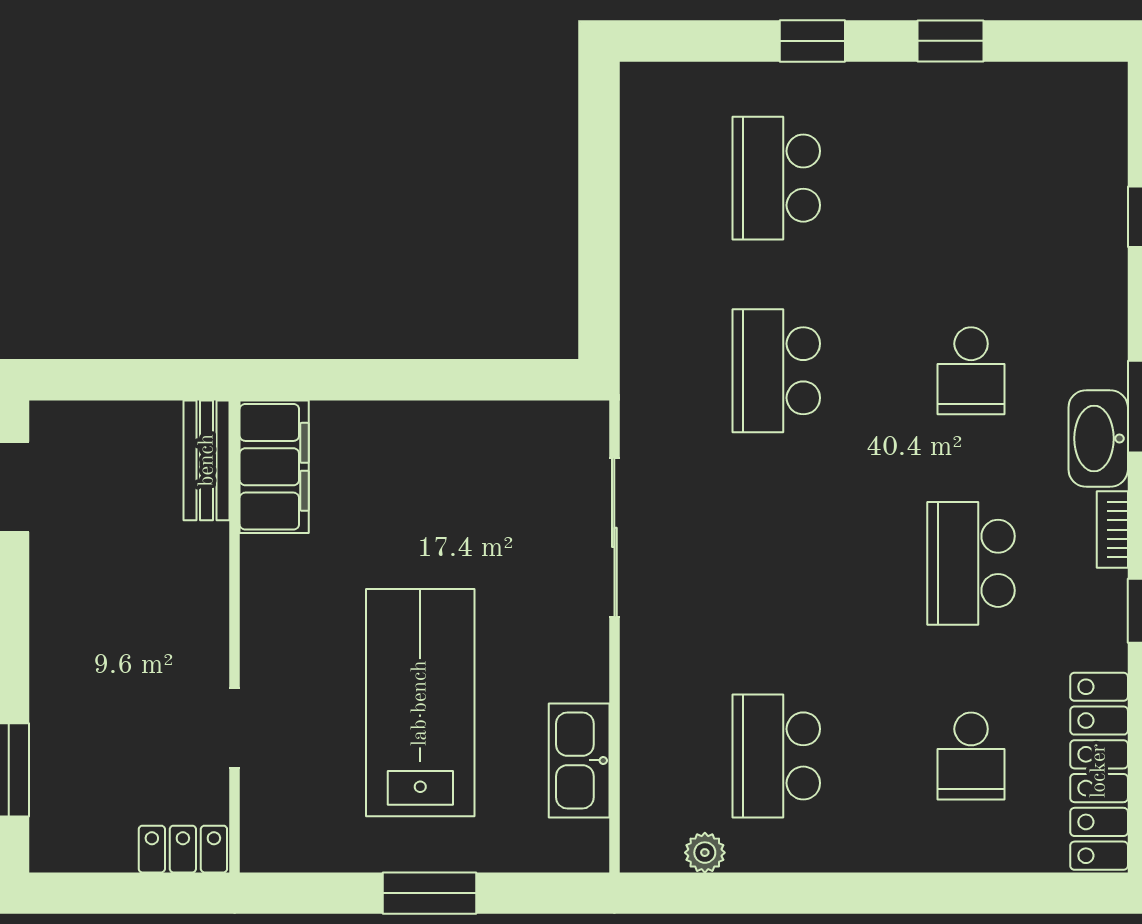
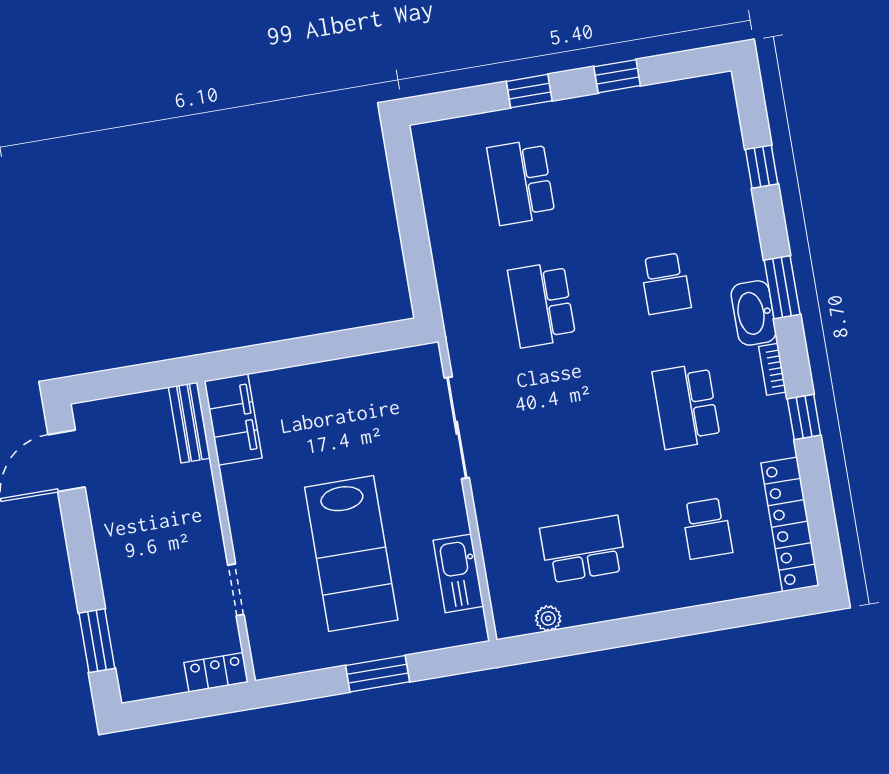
lab bench: (420, 703) -> (351, 554), turned 180
school desk: (776, 756) -> (583, 549), turned 90

